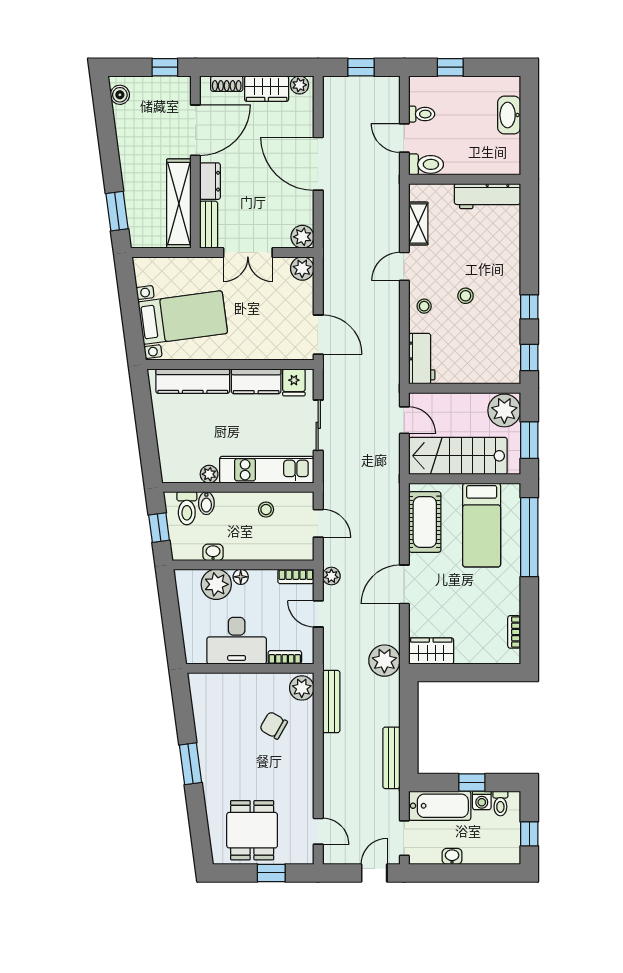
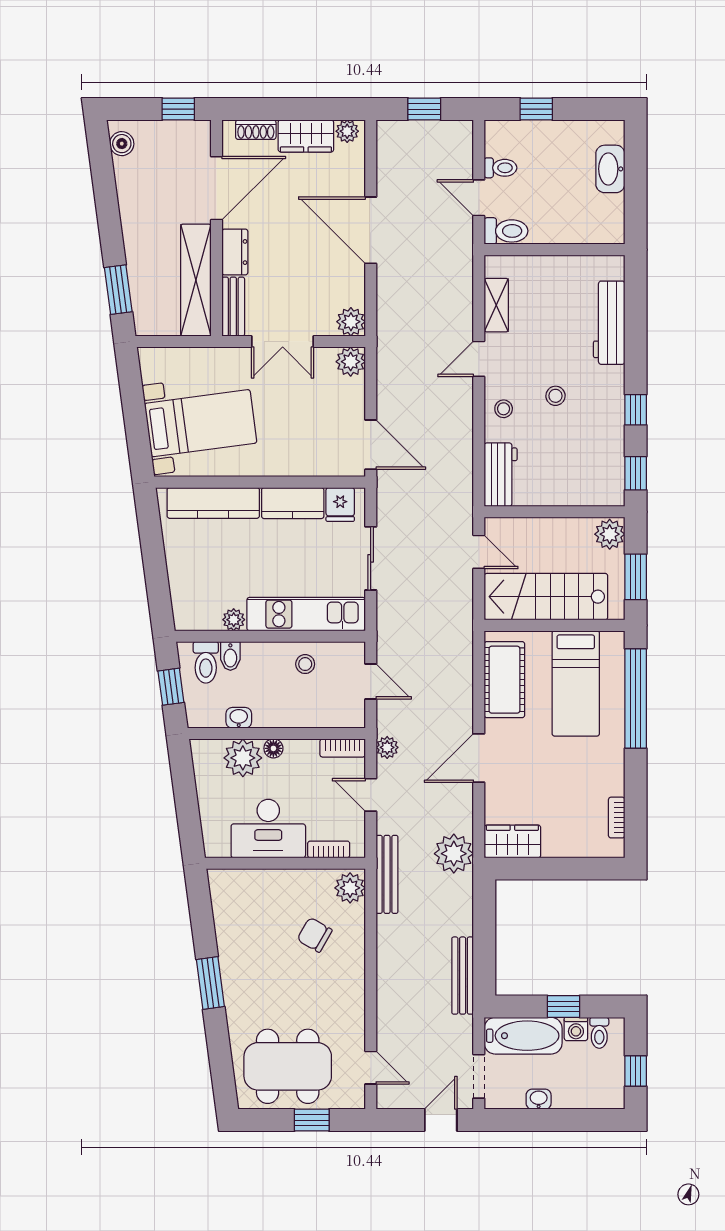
workbench: (488, 196) -> (609, 323), moved, turned 90
plant: (504, 410) -> (610, 534), width x0.73, depth x0.73
bench: (331, 702) -> (387, 874), moved
dining table: (252, 830) -> (288, 1066), width x1.38

